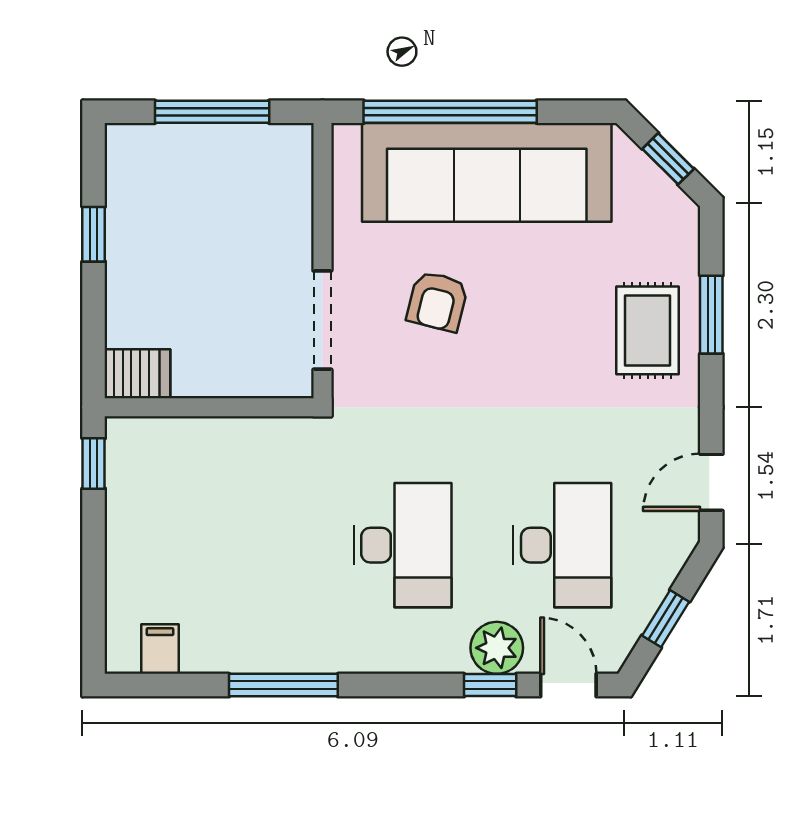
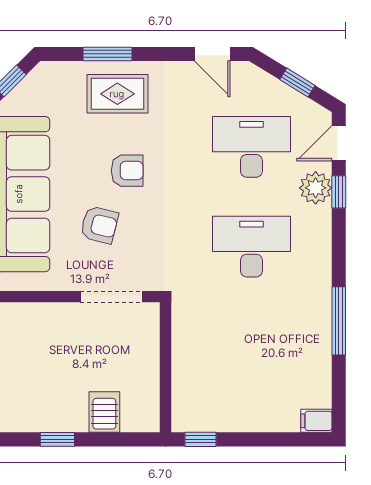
armchair: (524, 346) -> (127, 171), added
server rack: (137, 374) -> (104, 412), moved
filing cabinet: (160, 649) -> (316, 421), moved

